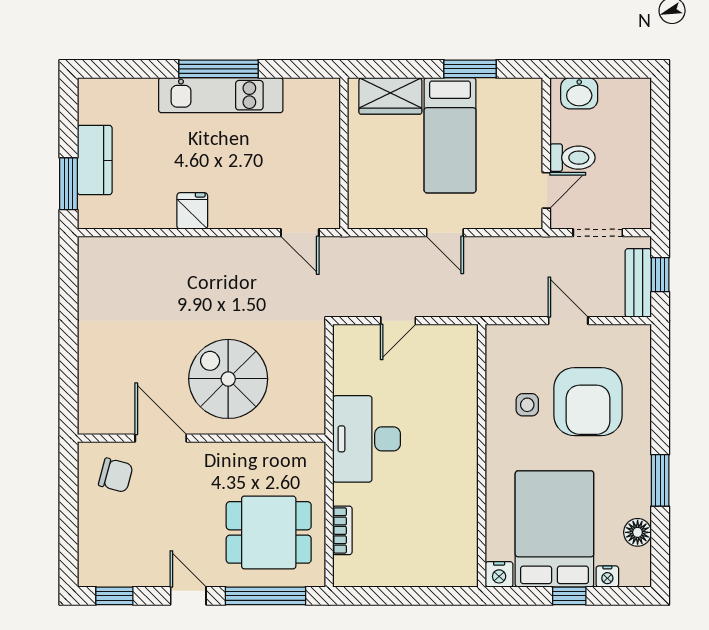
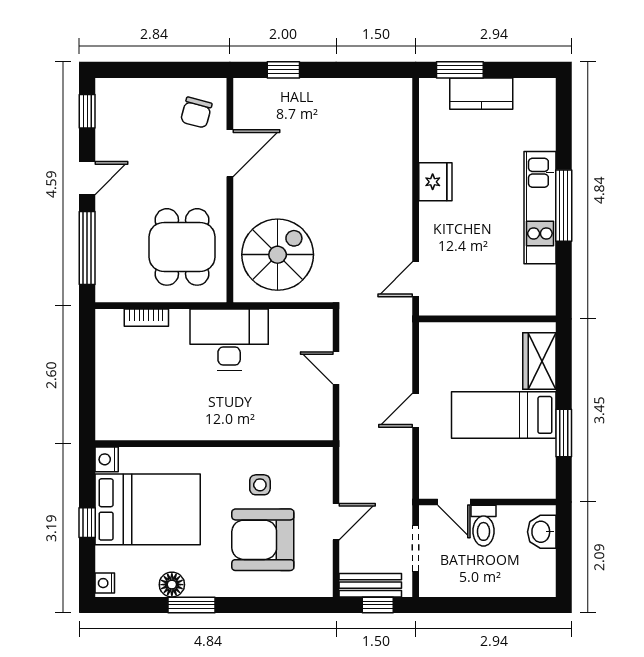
fridge: (192, 211) -> (435, 182), width x1.38
window: (69, 379) -> (283, 70), added
spiral stairs: (228, 379) -> (278, 255), moved
dining table: (269, 532) -> (182, 247), moved
floor lamp: (638, 532) -> (172, 585), moved
nightstand: (607, 576) -> (105, 583), moved

